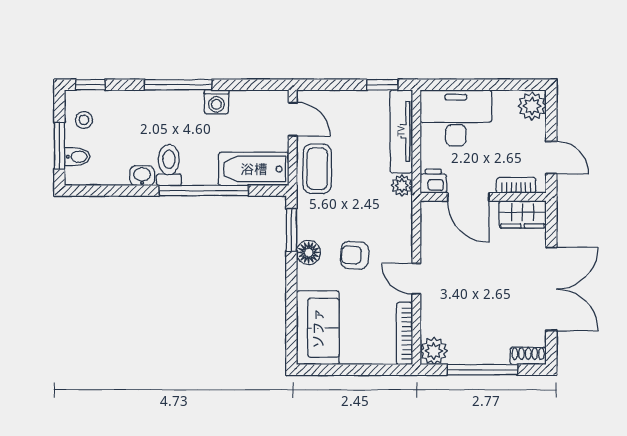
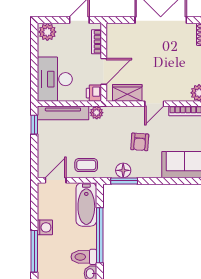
coffee table: (317, 169) -> (86, 165), width x0.73, depth x0.77
wardrobe: (523, 214) -> (127, 93), moved, turned -90
floor lamp: (309, 253) -> (123, 170), moved

